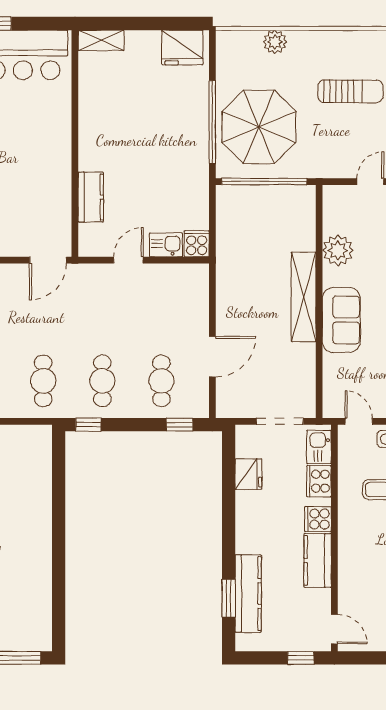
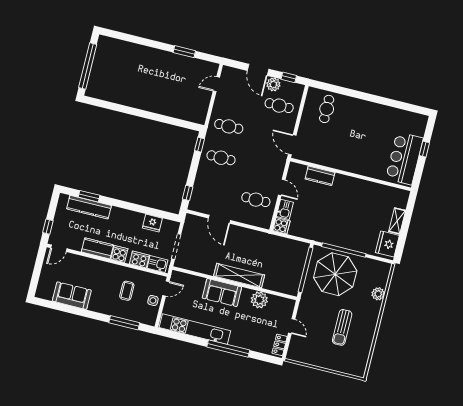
shelving: (101, 40) -> (397, 221), moved
cafe table: (161, 381) -> (256, 200), moved

